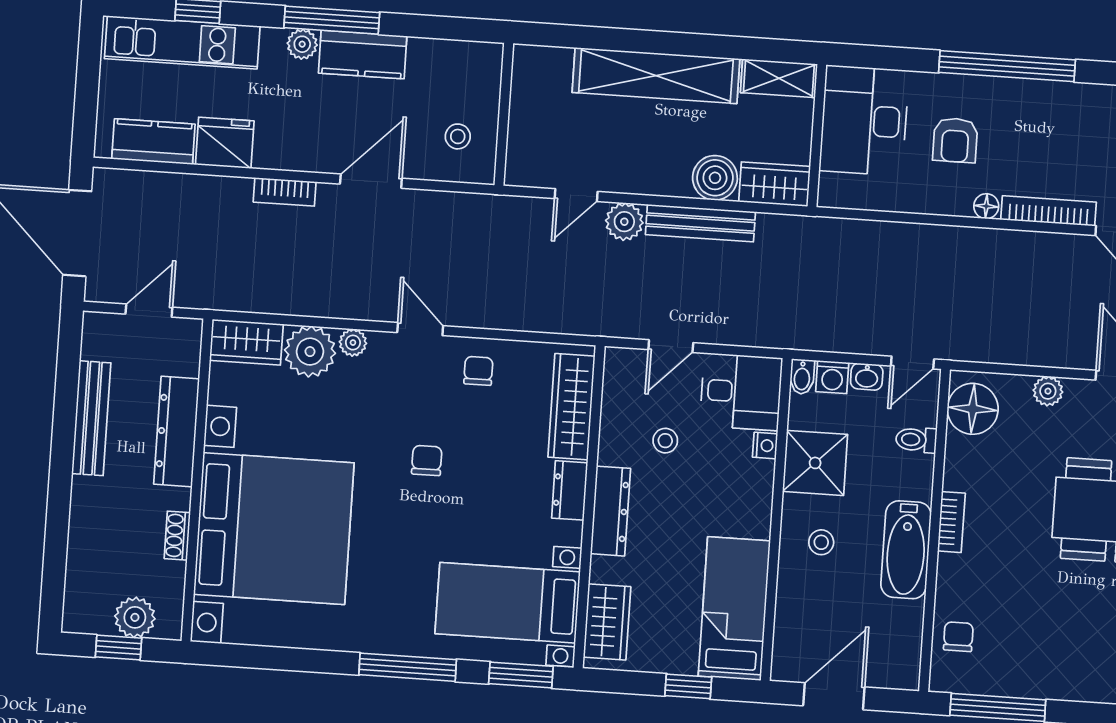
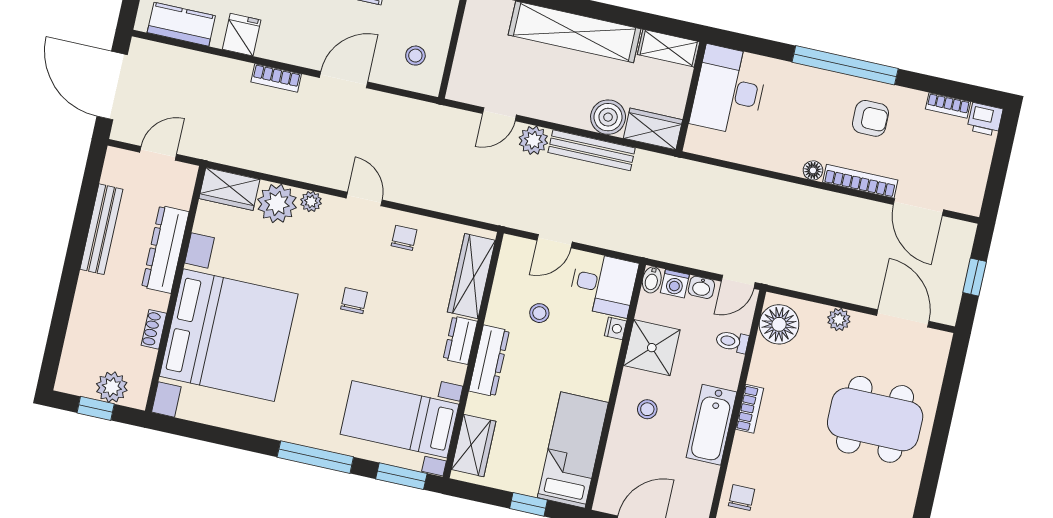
armchair: (955, 140) -> (870, 118), moved, turned -90
fridge: (225, 143) -> (242, 35), width x0.72

